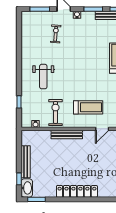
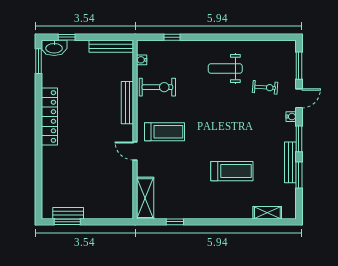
weight bench: (43, 77) -> (225, 69), moved
treadmill: (88, 107) -> (164, 132), turned -90
bench: (26, 162) -> (111, 46), moved

